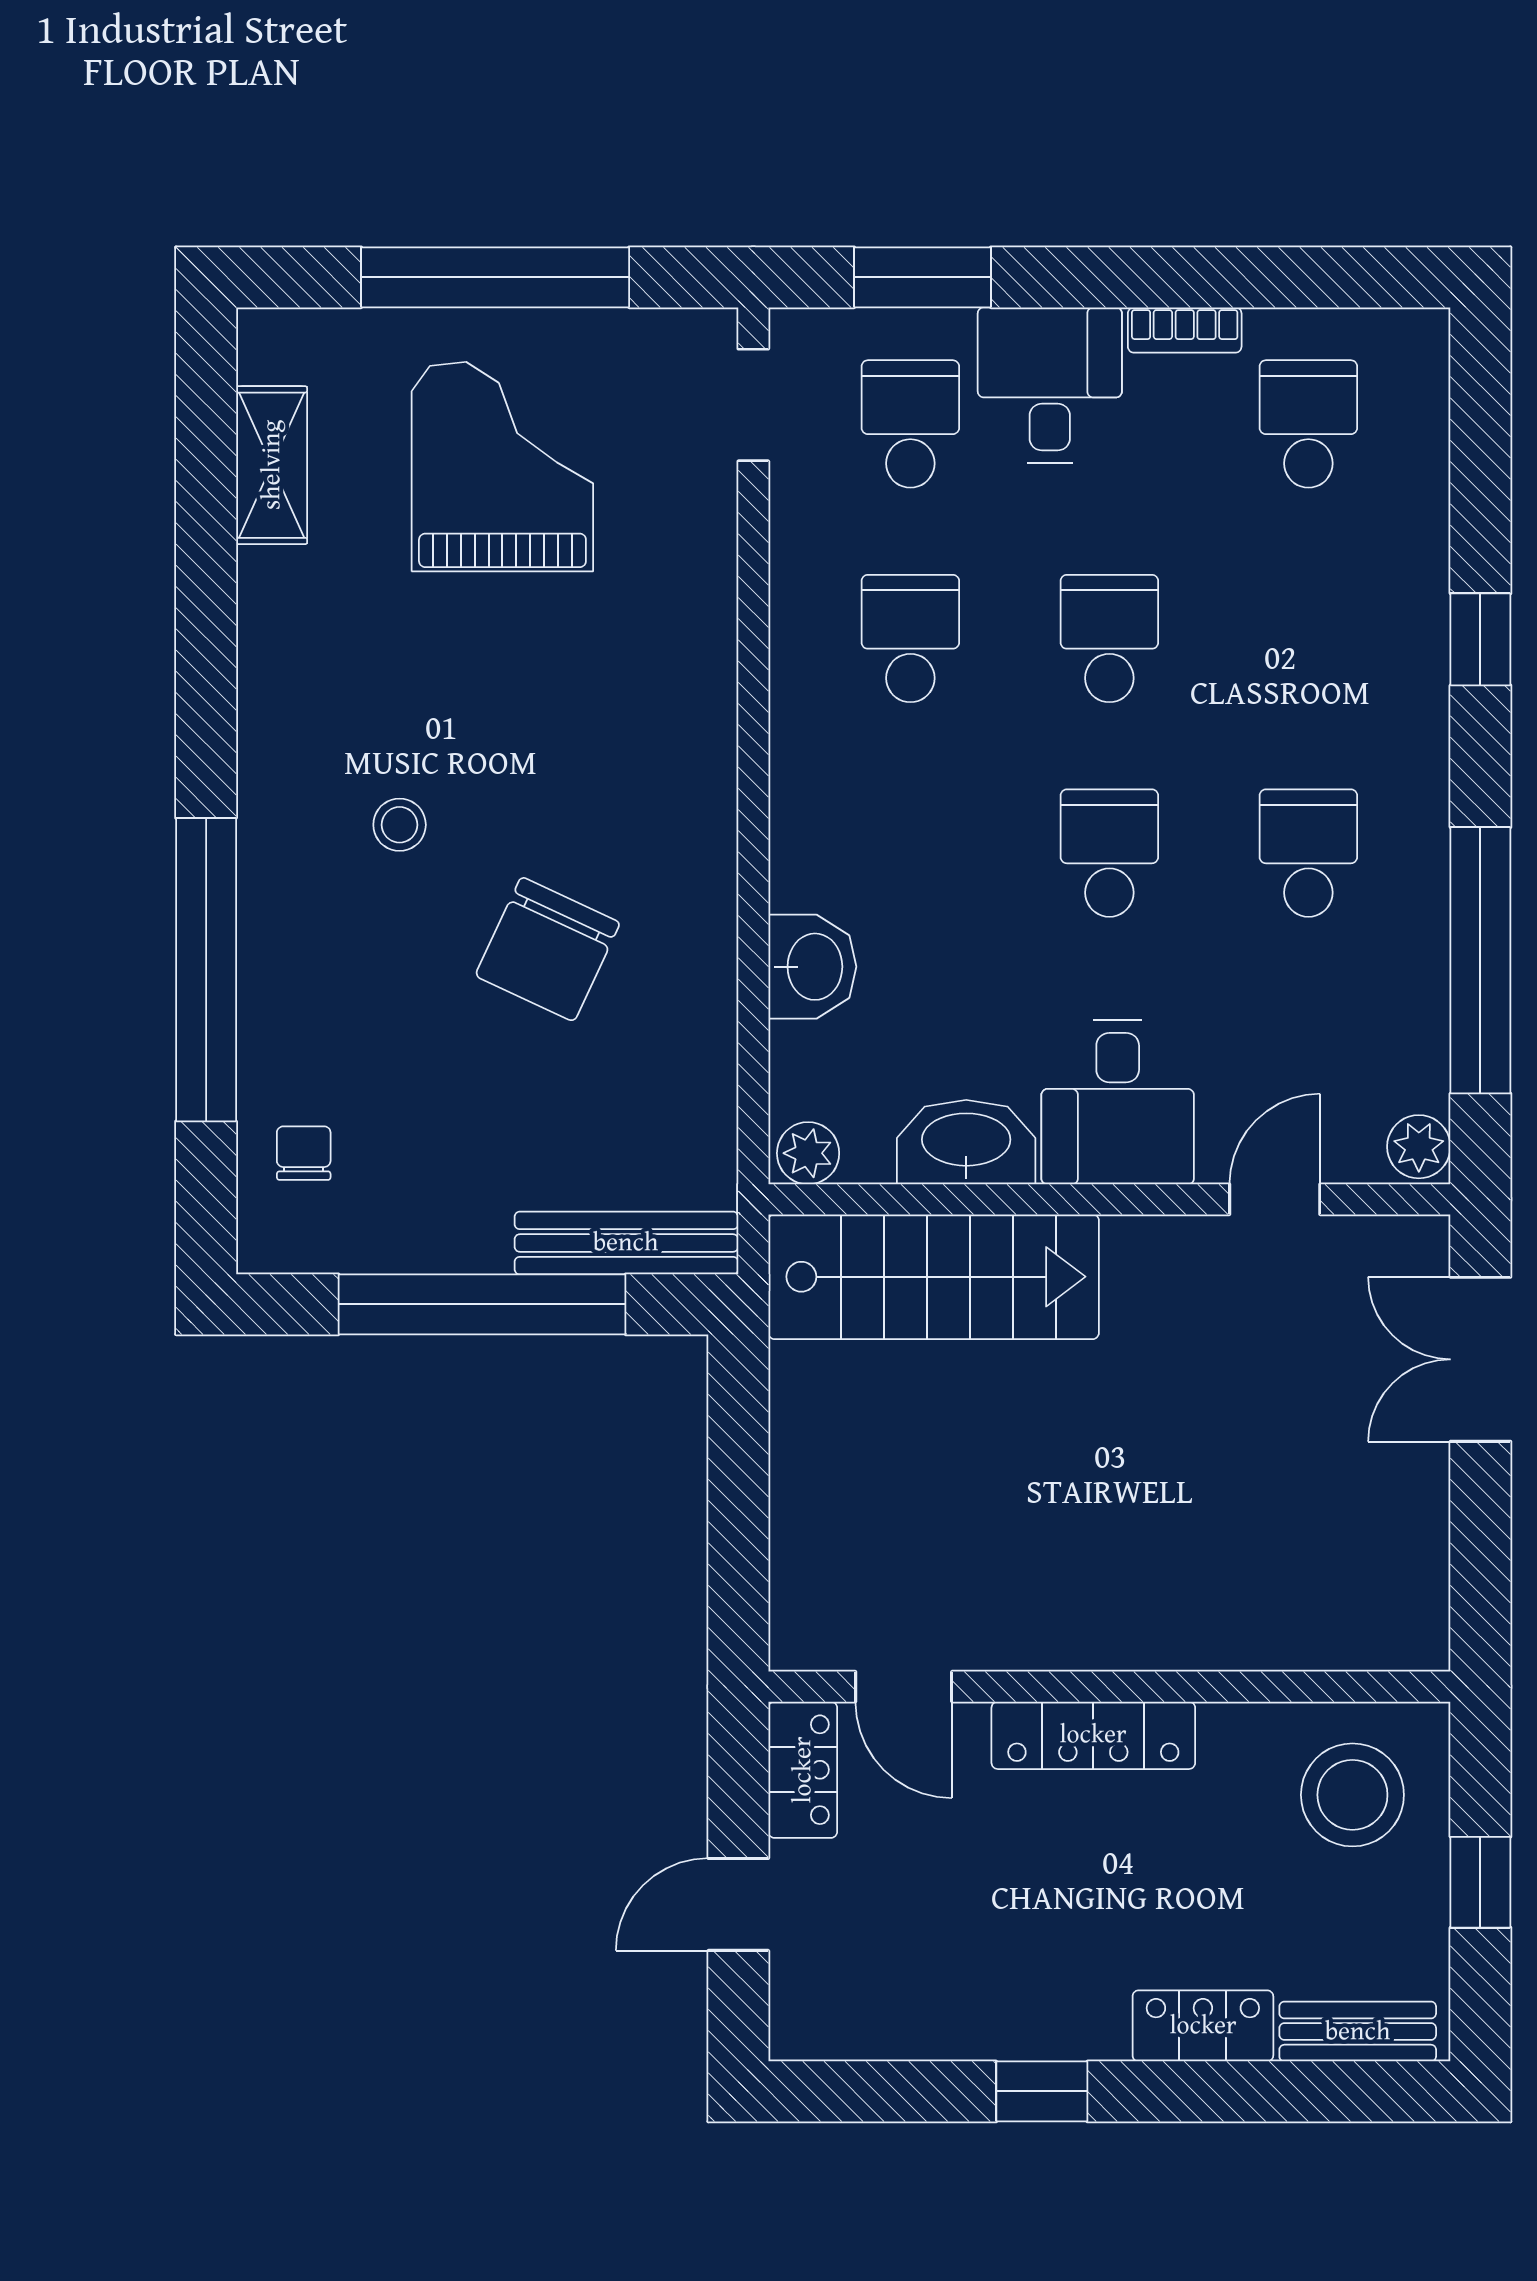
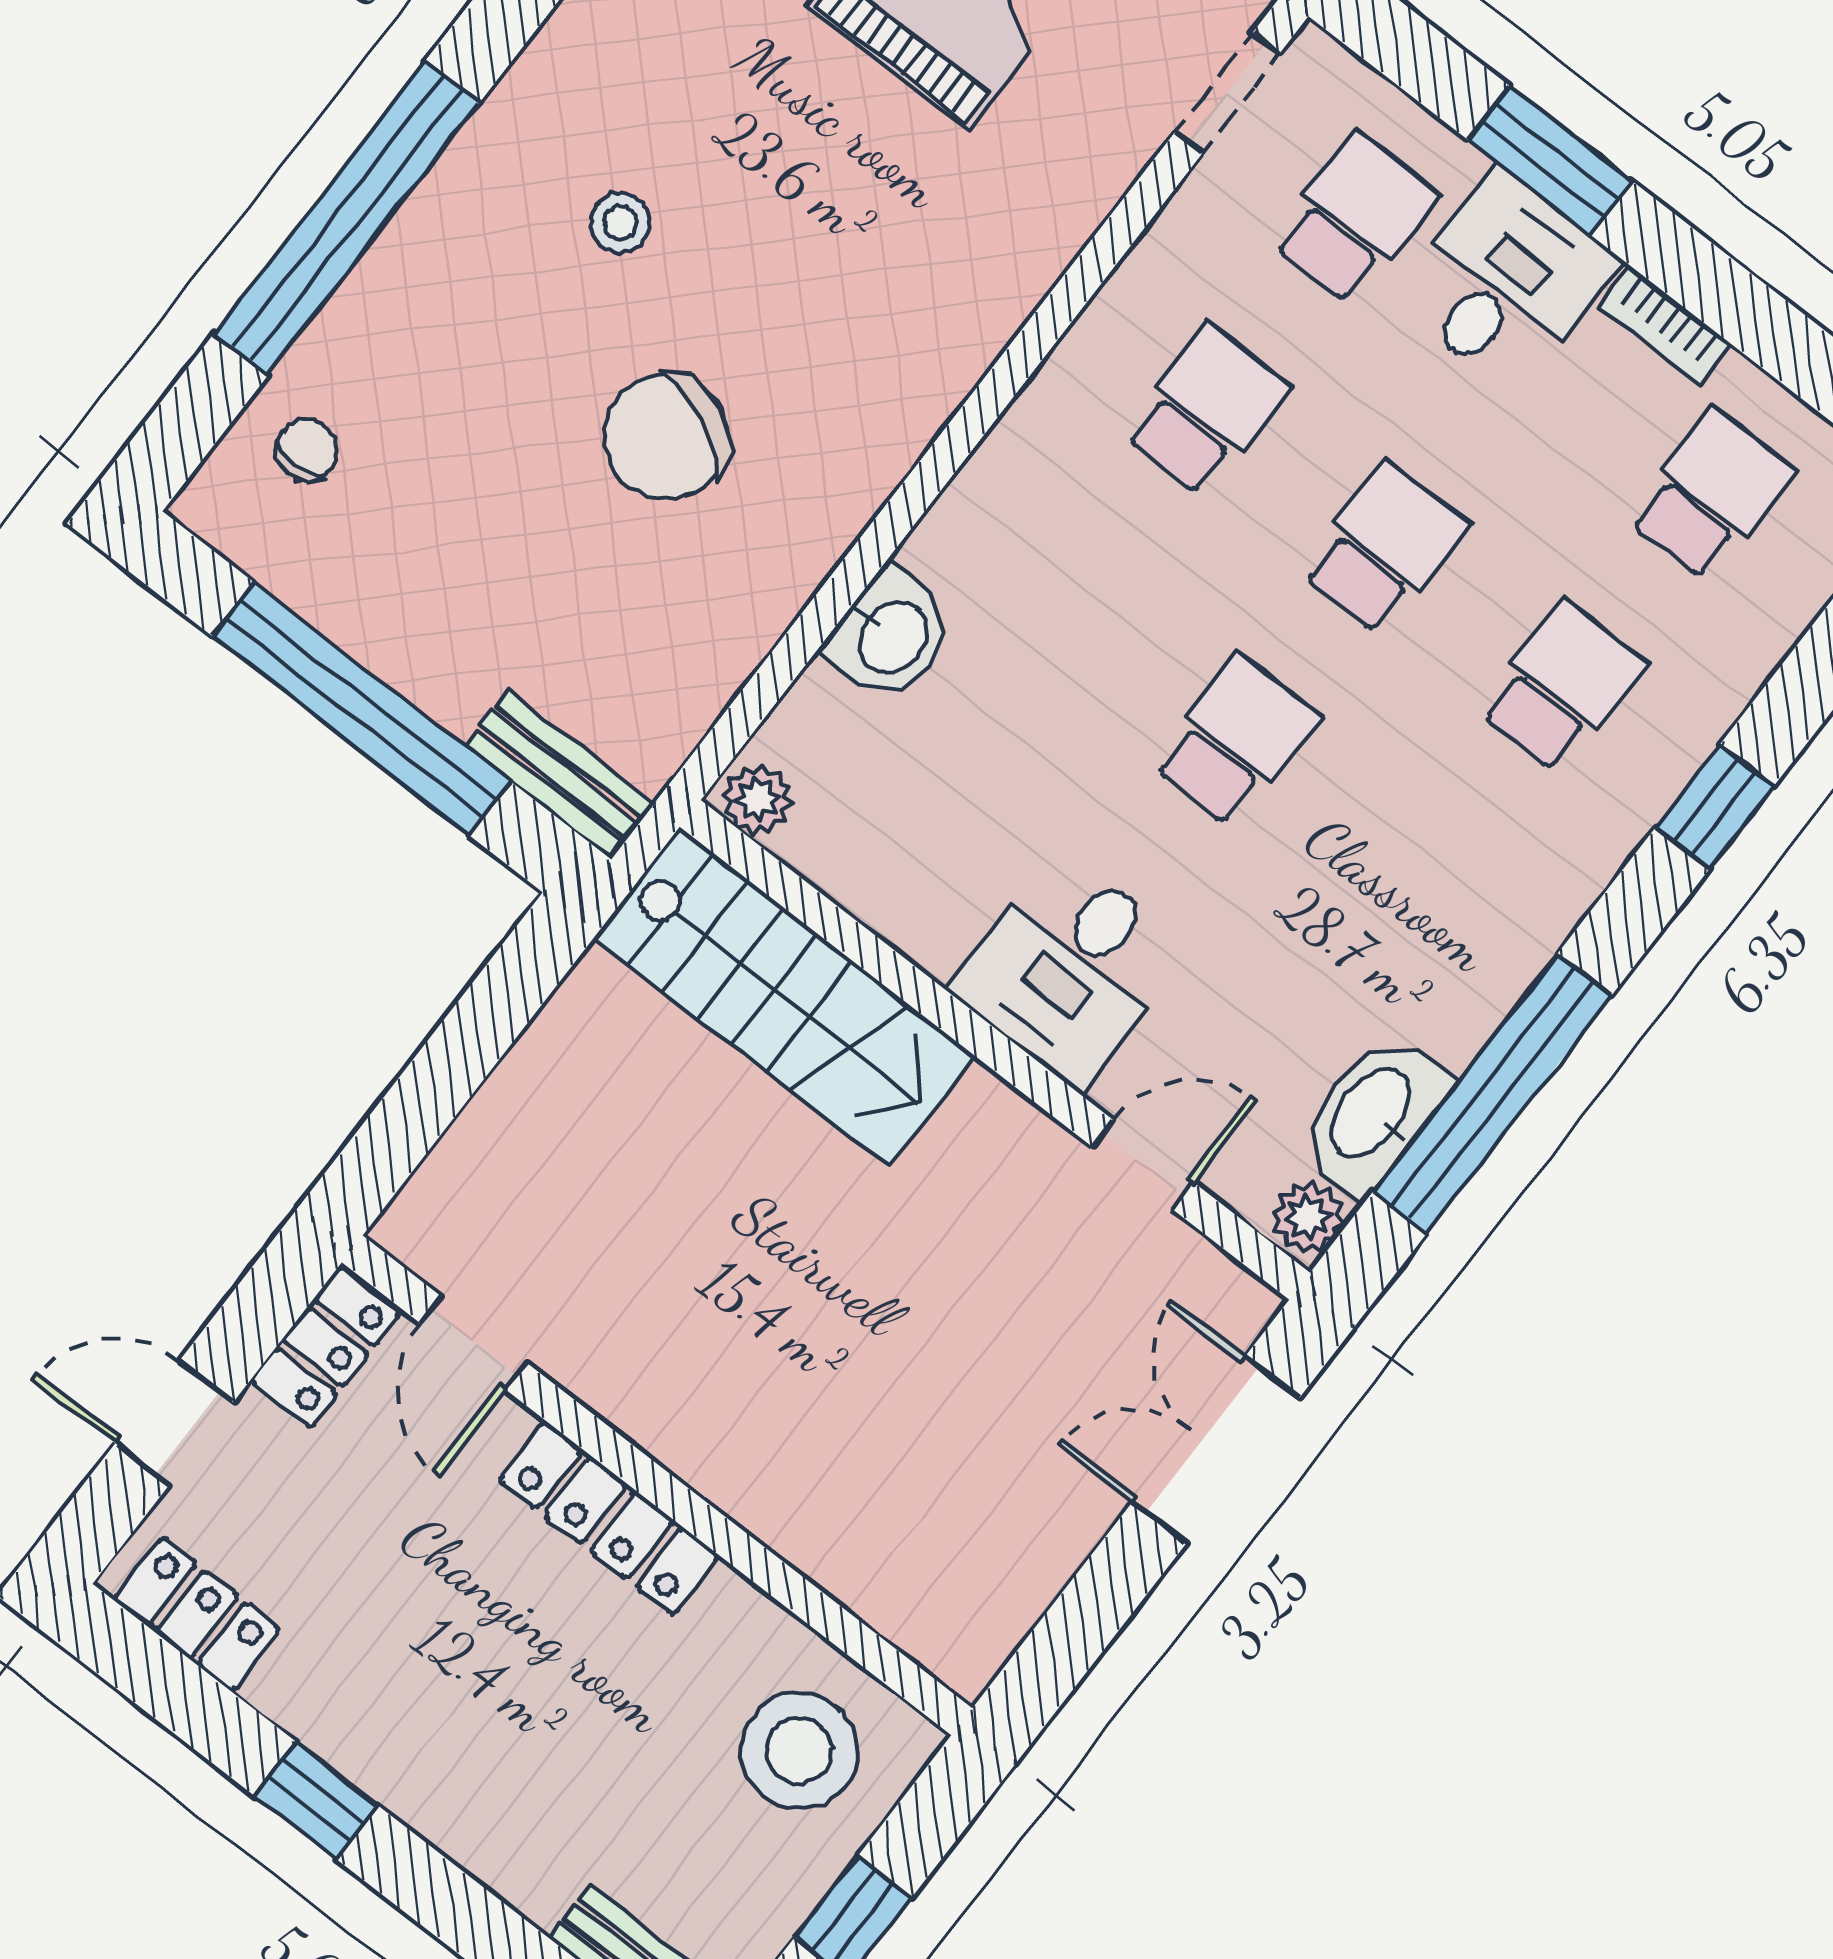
window: (922, 277) -> (1550, 160), moved
school desk: (1308, 853) -> (1562, 686), moved
washbasin: (966, 1142) -> (1373, 1114), moved, turned -90
bench: (626, 1243) -> (560, 775), width x0.73
locker: (1203, 2026) -> (197, 1614), moved

